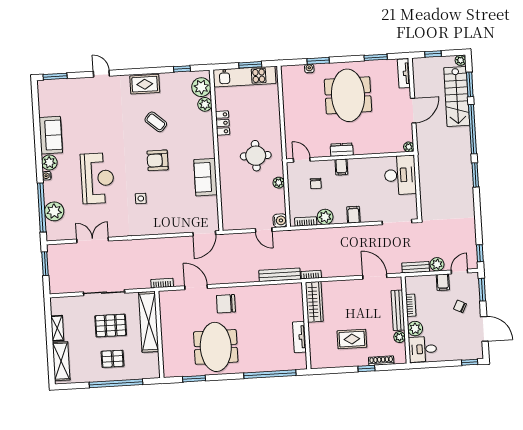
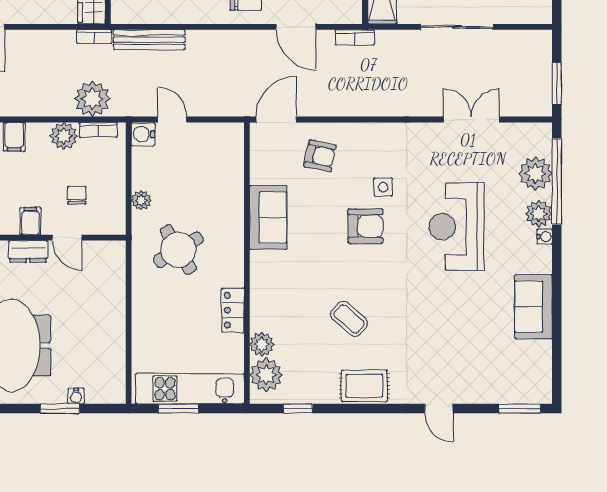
round table: (256, 156) -> (178, 250), turned -31
armchair: (158, 160) -> (365, 226), moved
door: (302, 160) -> (67, 238), moved
plant: (49, 162) -> (539, 214), moved
armchair: (178, 214) -> (320, 156), added
plant: (310, 239) -> (92, 99), added
double door: (93, 240) -> (471, 120), swing flipped

